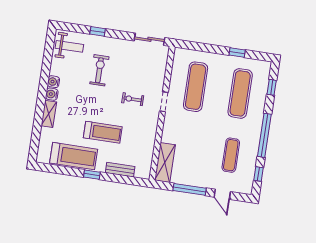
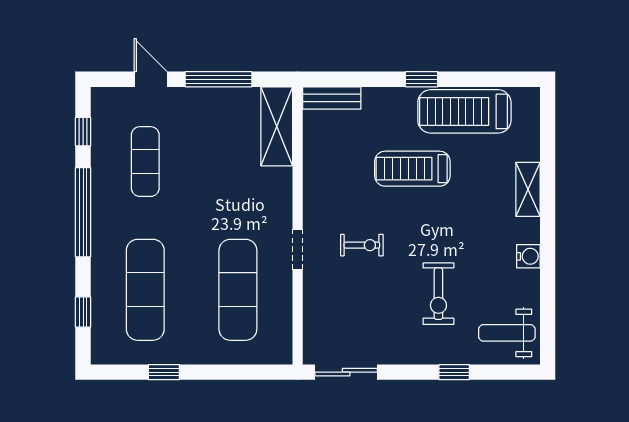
water cooler: (52, 94) -> (528, 230), removed
bench: (120, 170) -> (332, 98), moved

